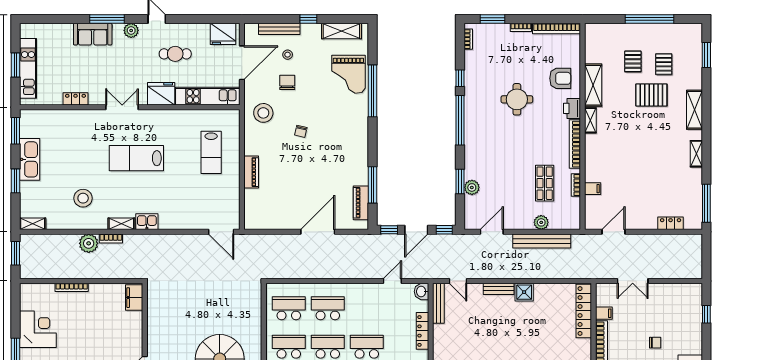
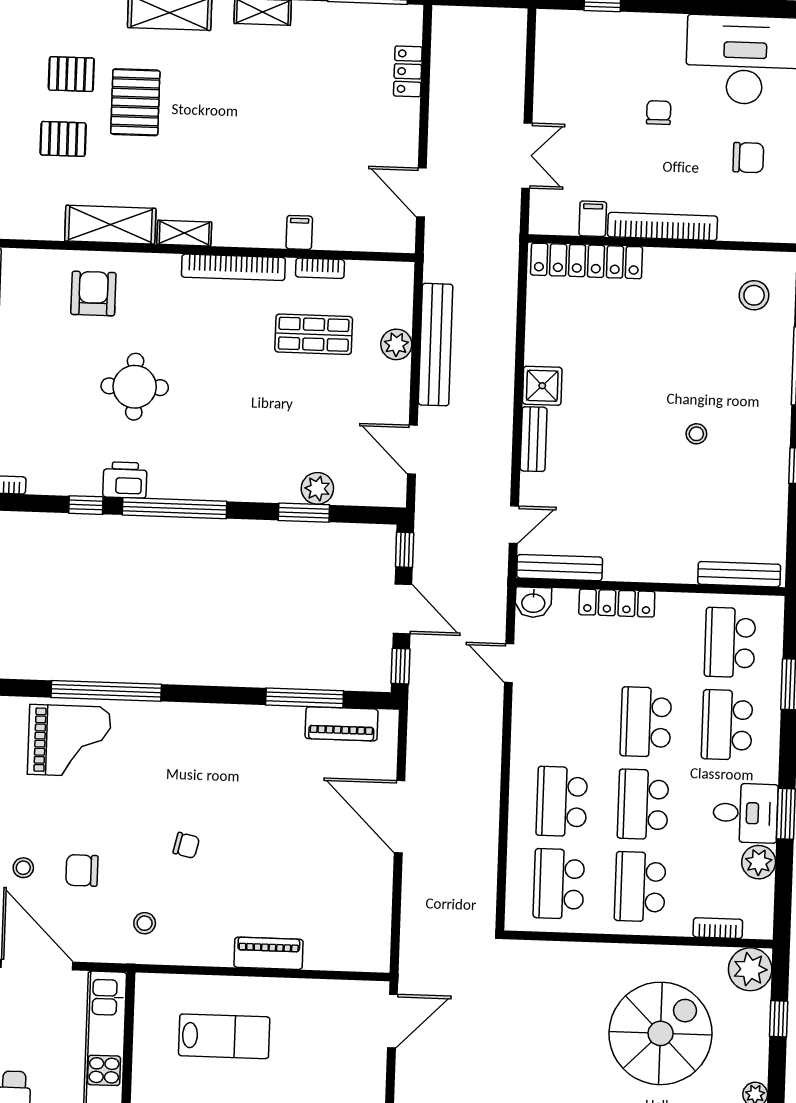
printer: (572, 108) -> (125, 480), moved, turned 180
stool: (263, 113) -> (145, 923), width x0.53, depth x0.53
filing cabinet: (593, 189) -> (299, 232), moved

